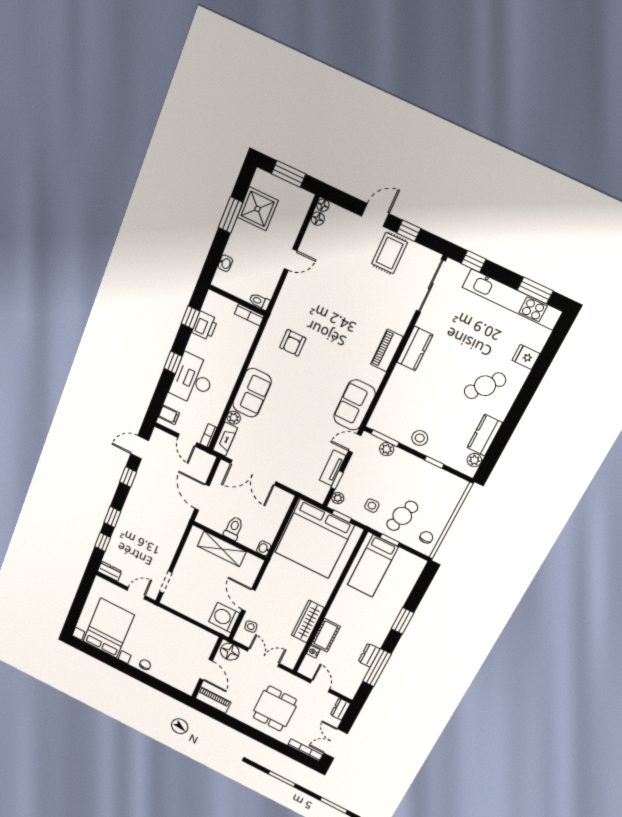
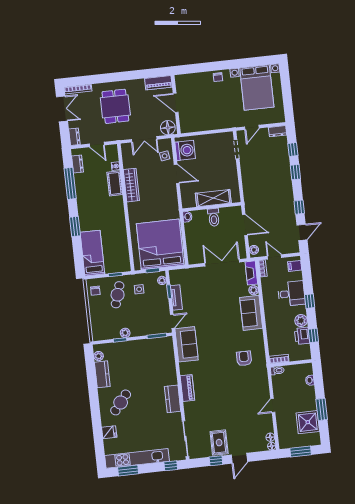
plant: (196, 345) -> (301, 321), added
desk: (193, 379) -> (291, 294), width x0.73
stool: (420, 438) -> (137, 349), removed
plant: (387, 449) -> (125, 333), moved
plant: (207, 463) -> (254, 250), added
bed: (373, 566) -> (92, 253), moved
dresser: (369, 655) -> (78, 164), moved

